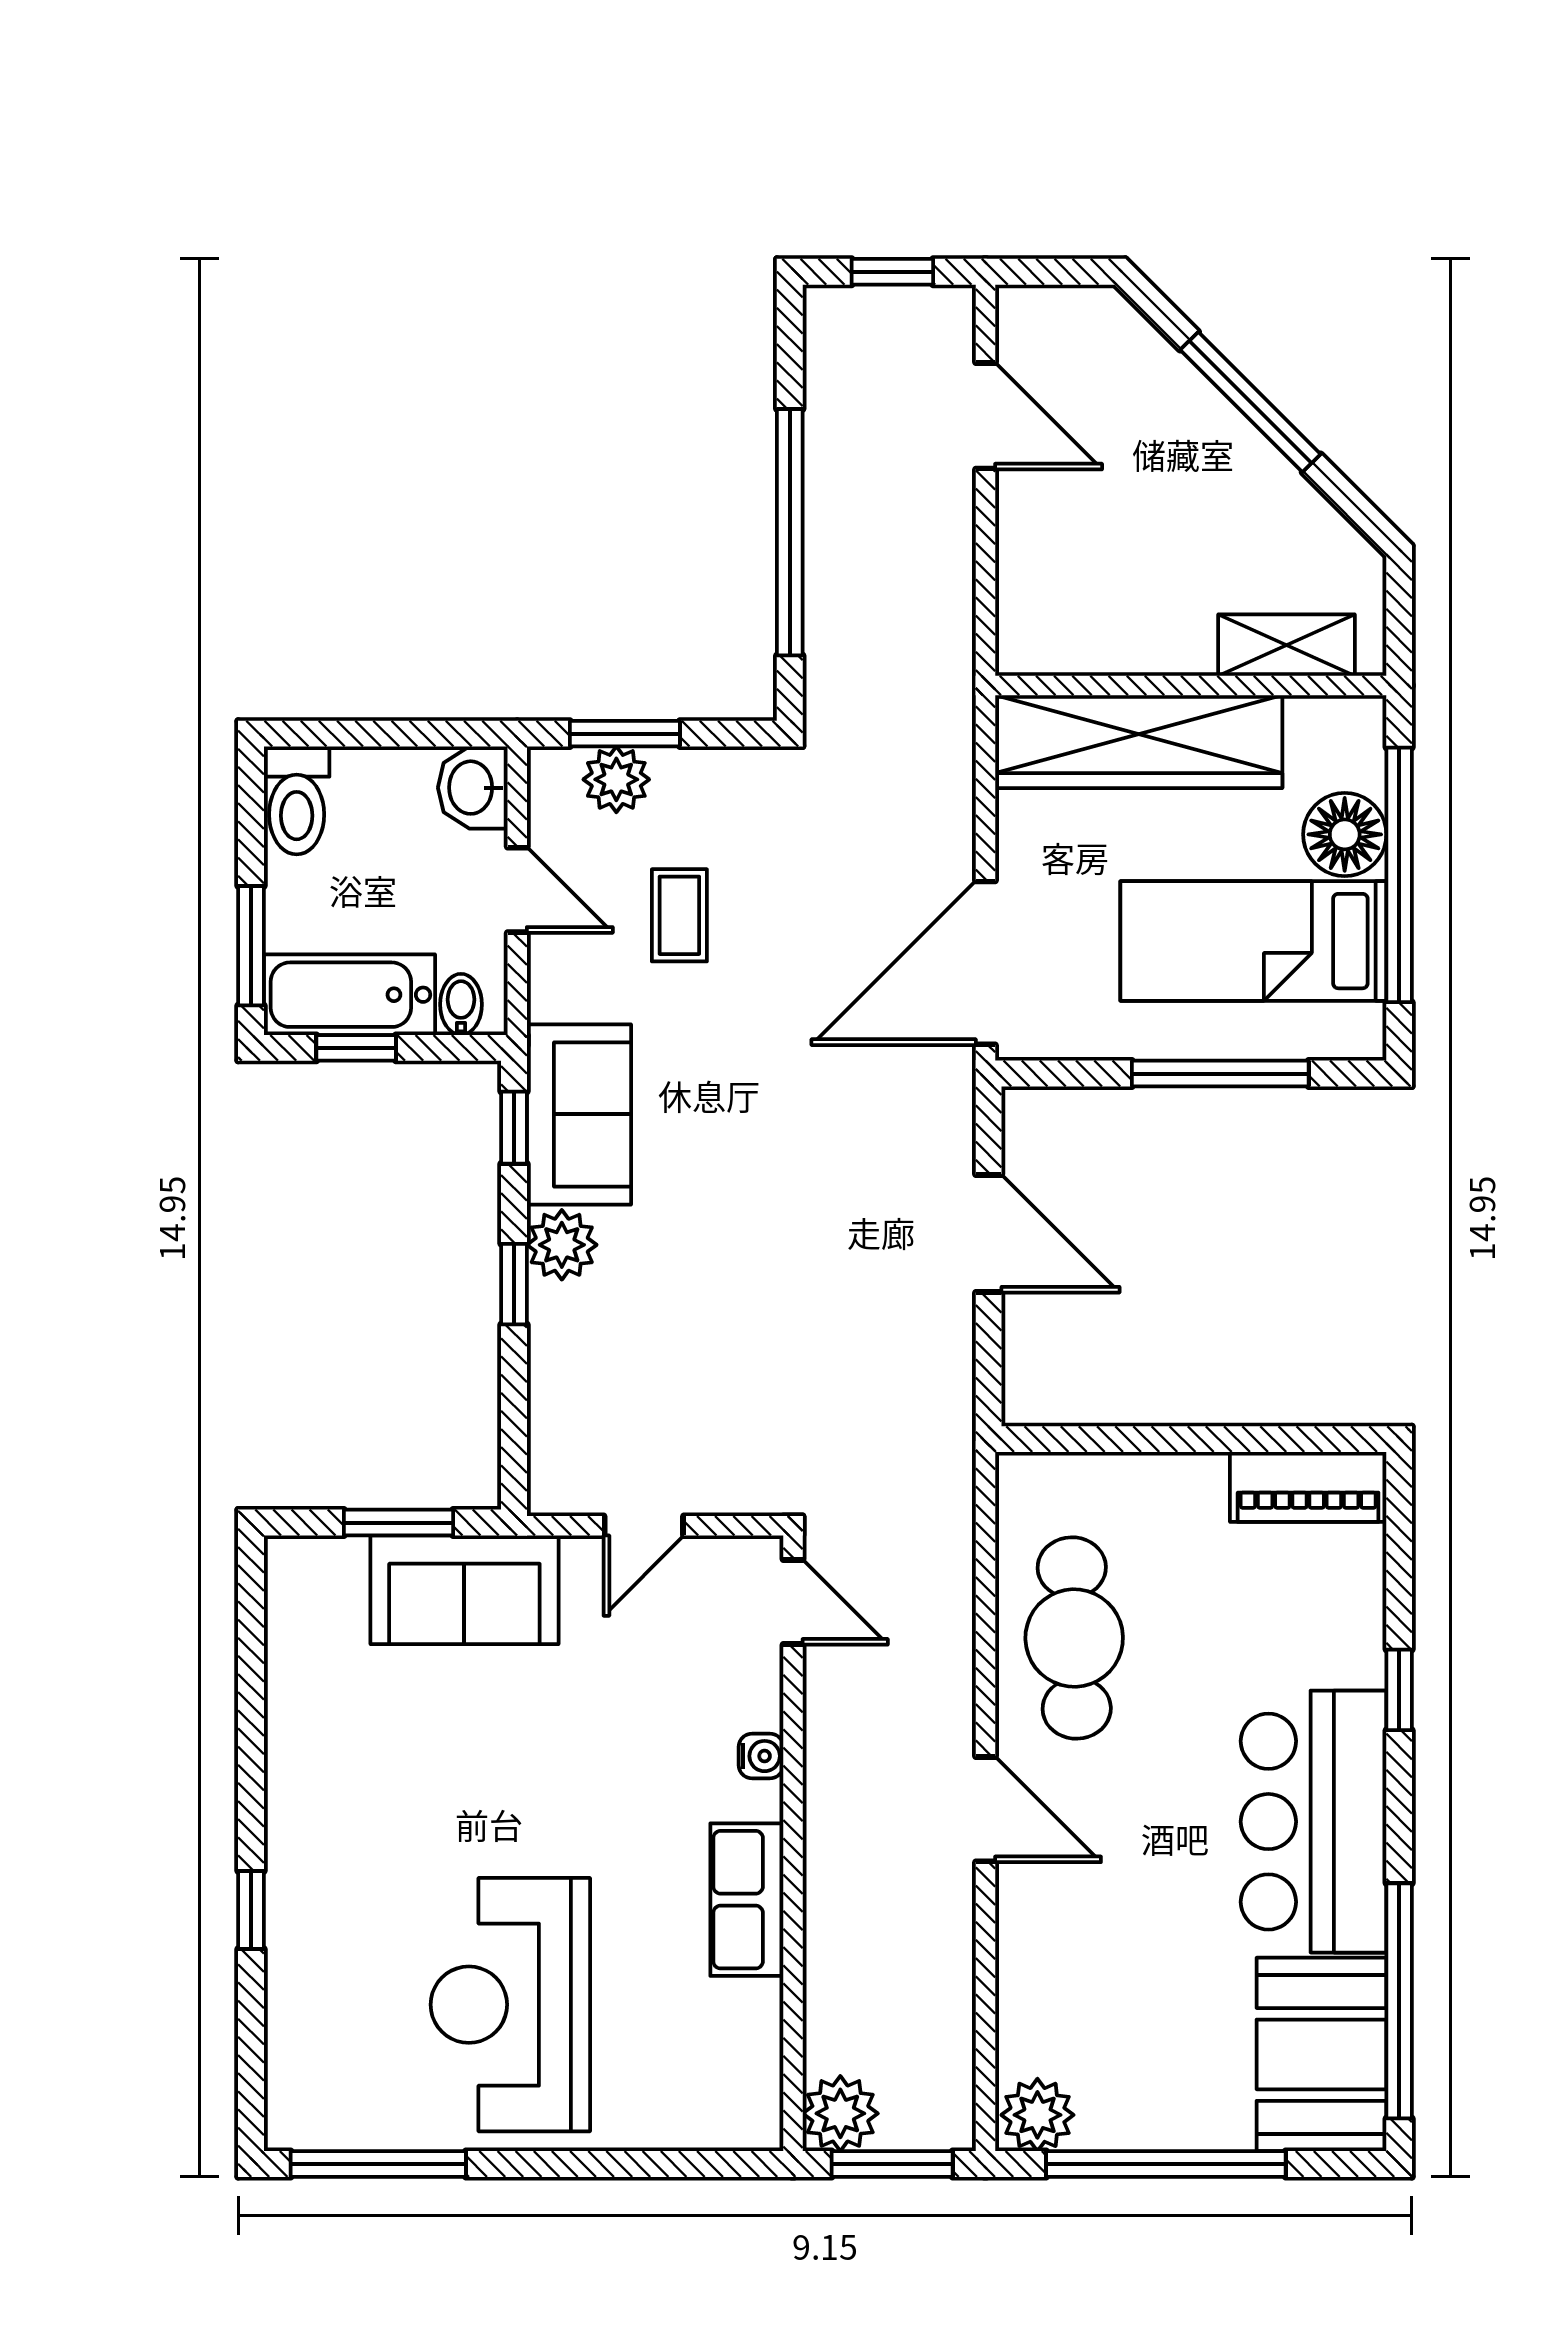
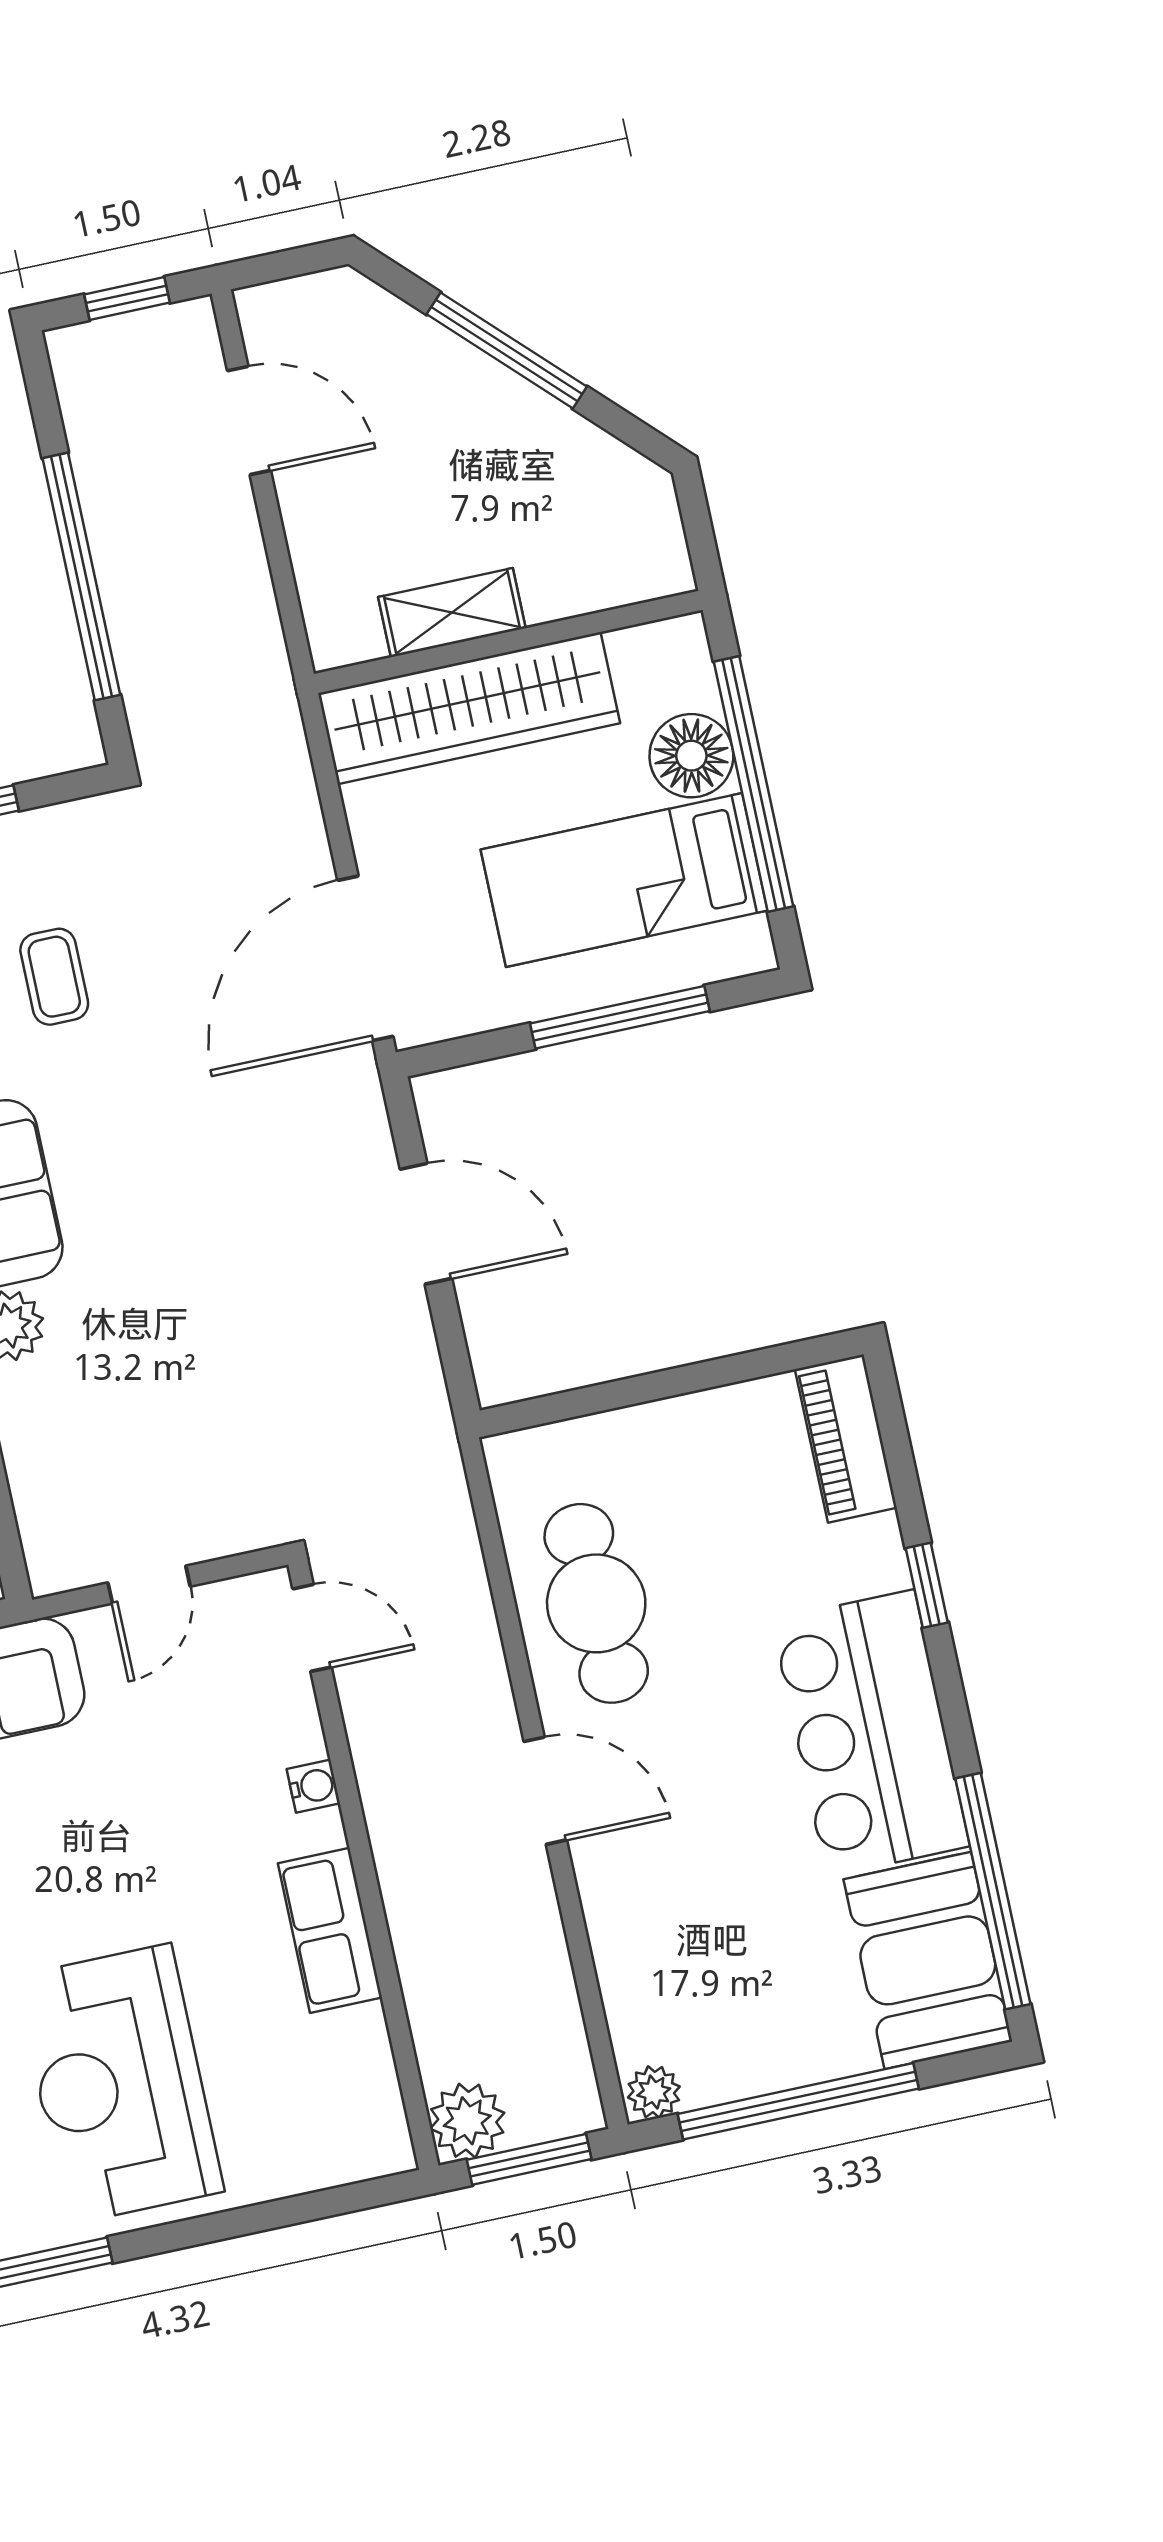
shelving: (1286, 645) -> (452, 613), moved
piano: (1308, 1487) -> (846, 1438), moved, turned 90
plant: (1037, 2115) -> (654, 2092), width x0.73, depth x0.73

